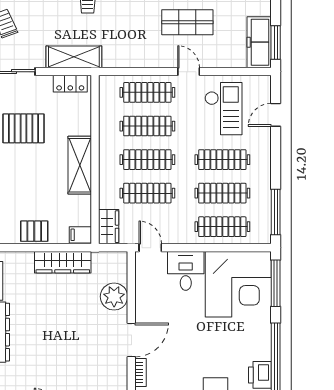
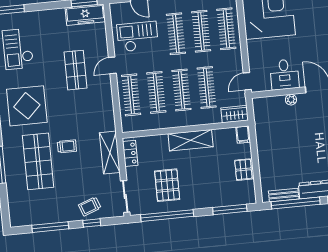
wardrobe: (63, 262) -> (265, 146), removed
desk: (186, 271) -> (284, 74), moved, turned -90
plant: (114, 297) -> (291, 100), width x0.53, depth x0.53

